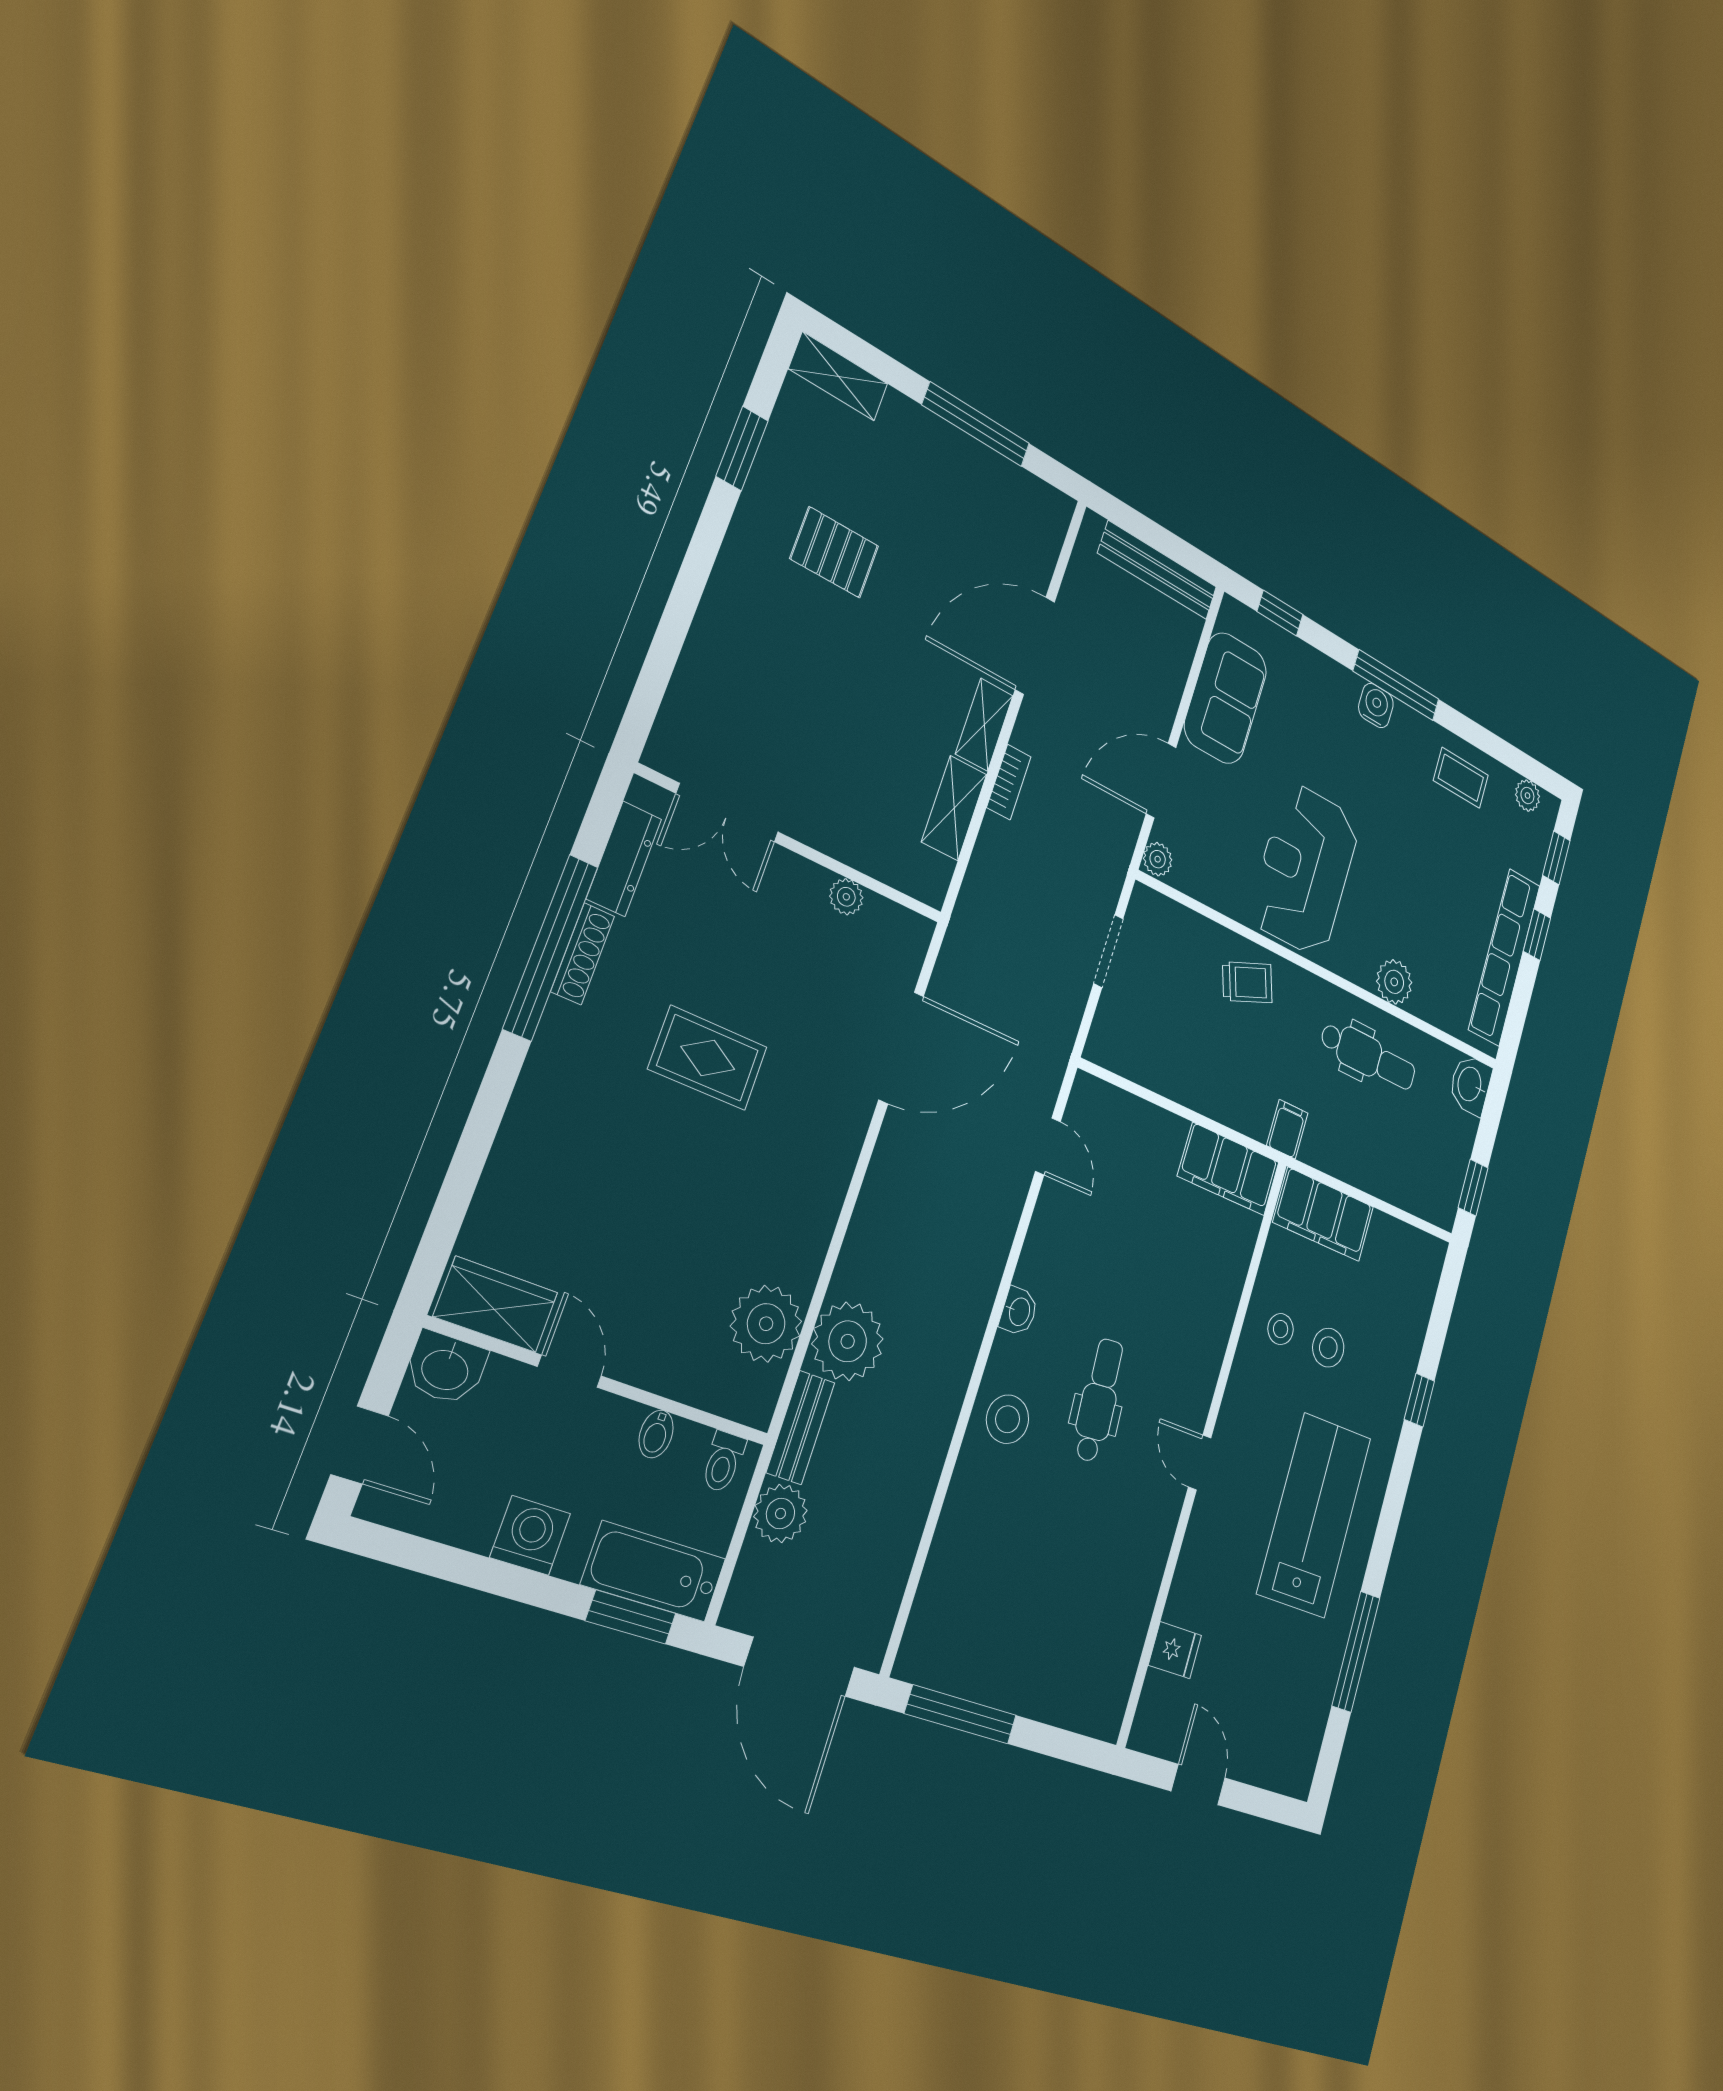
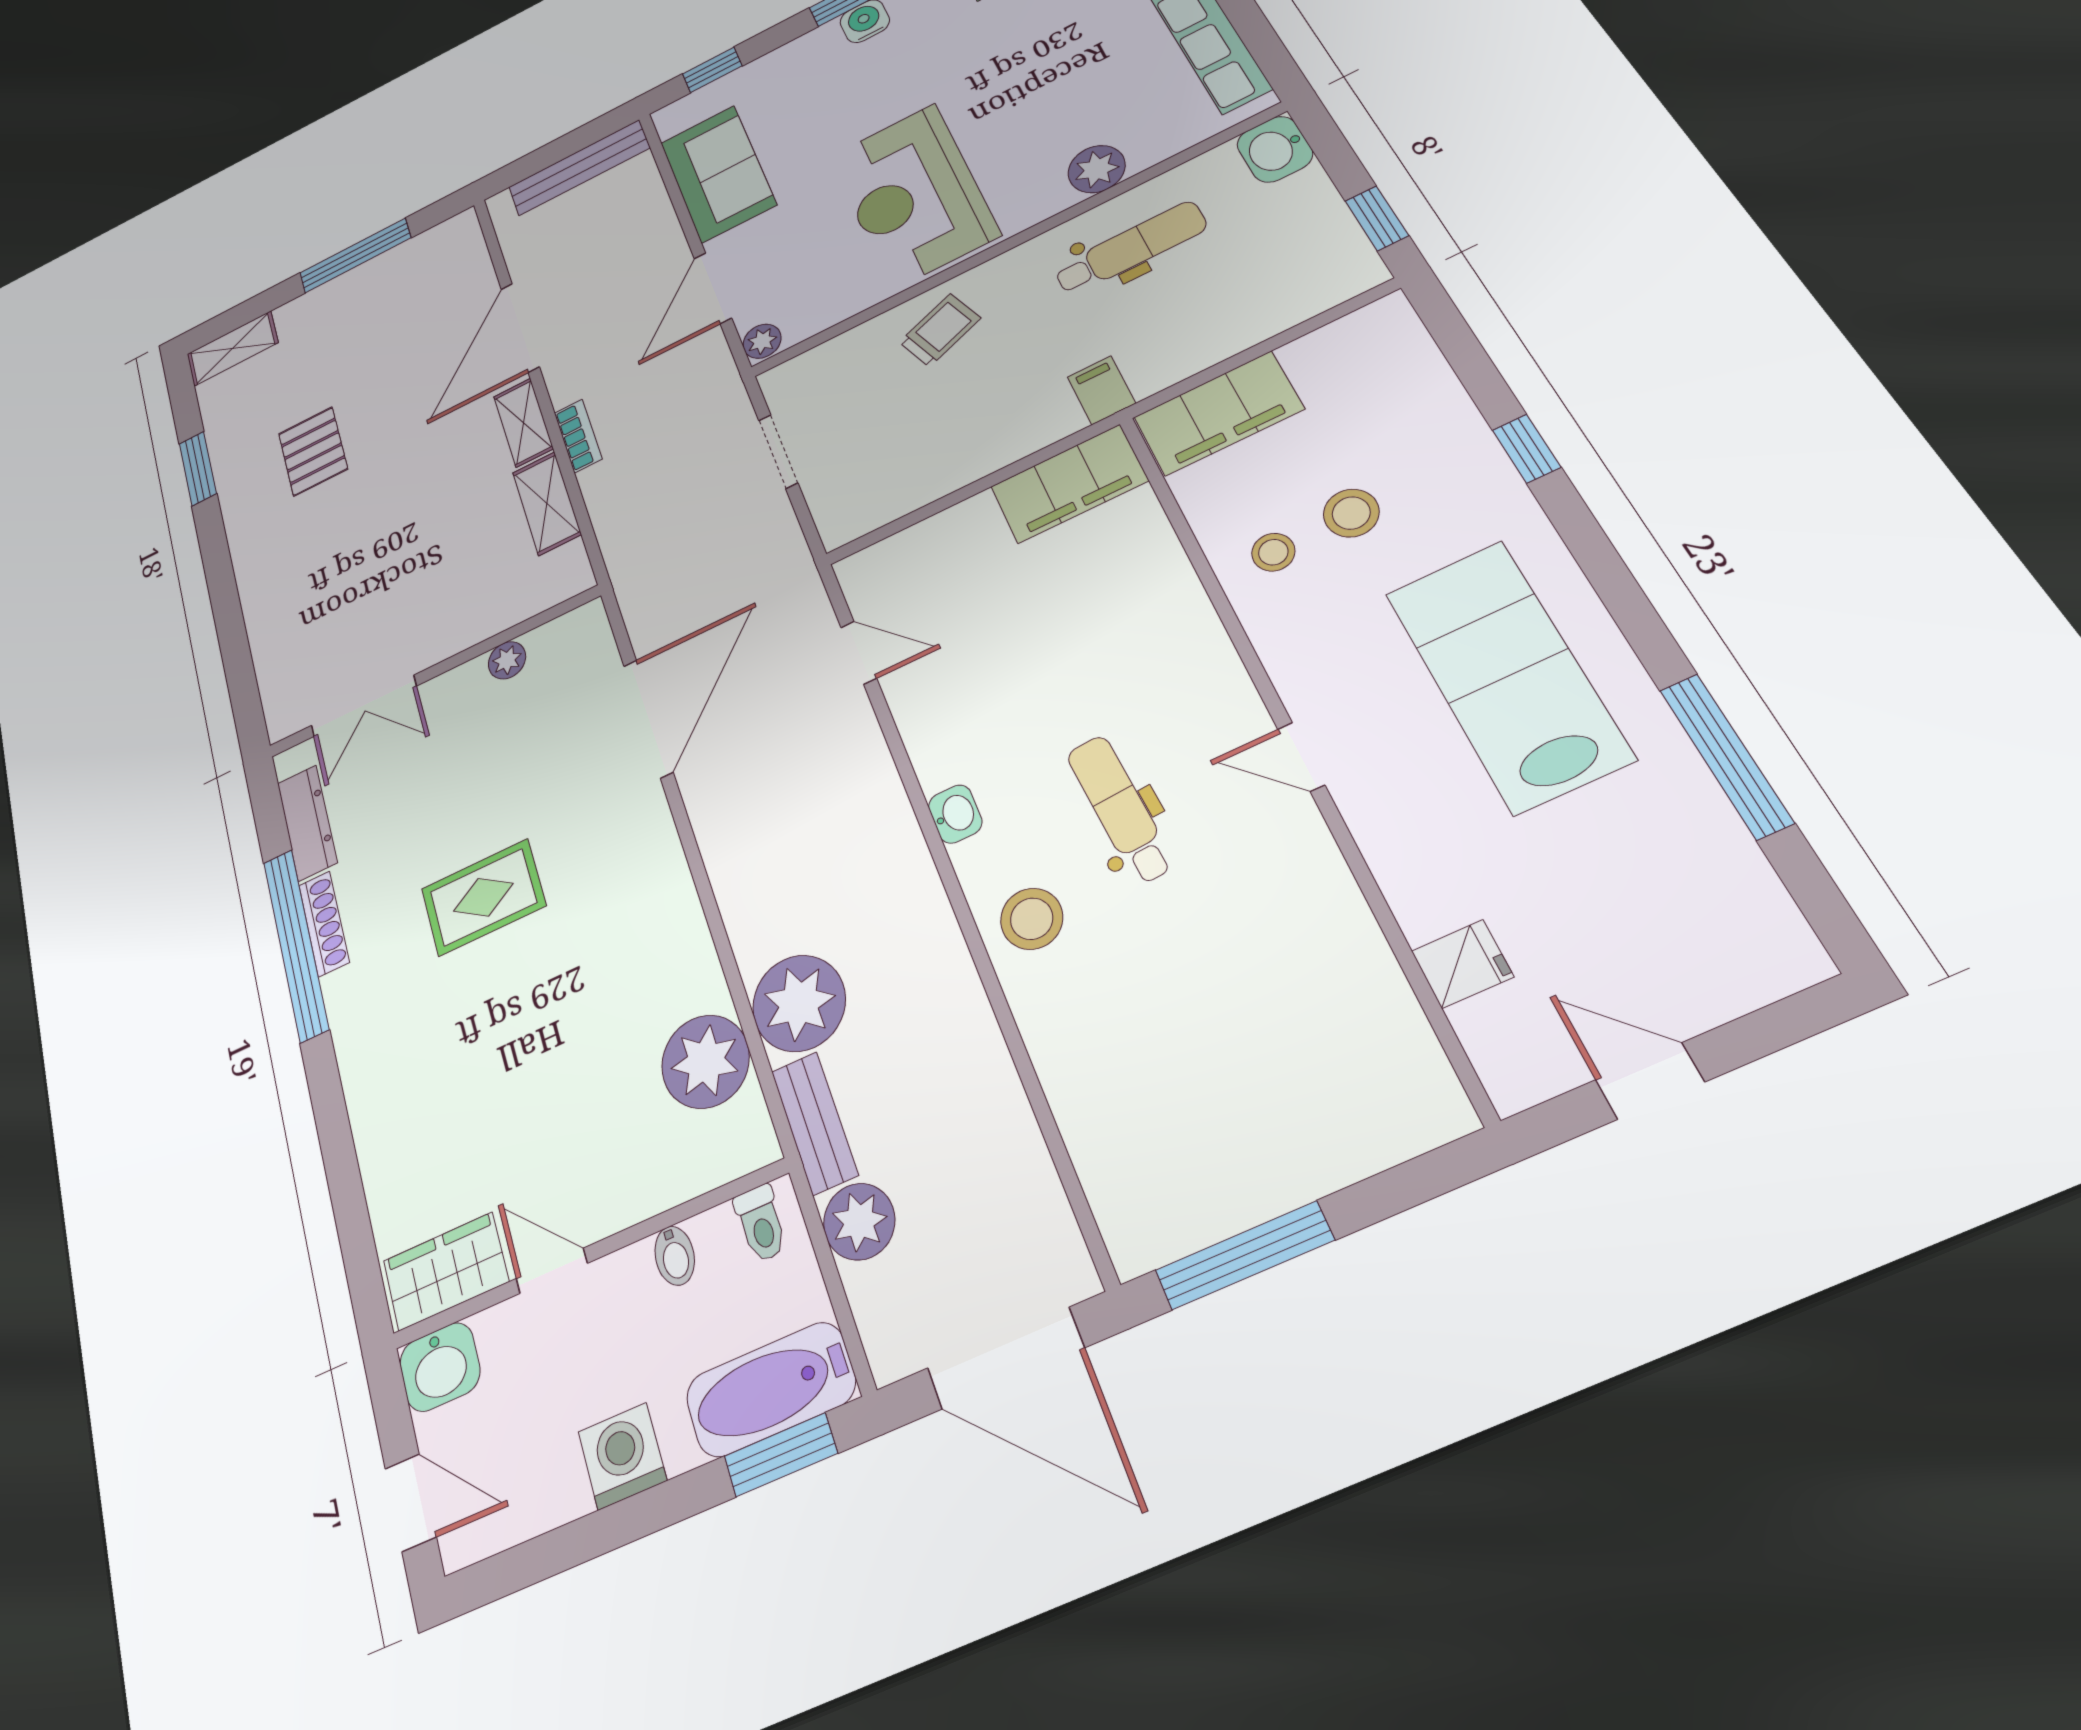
pallet: (834, 552) -> (313, 451), turned 90

